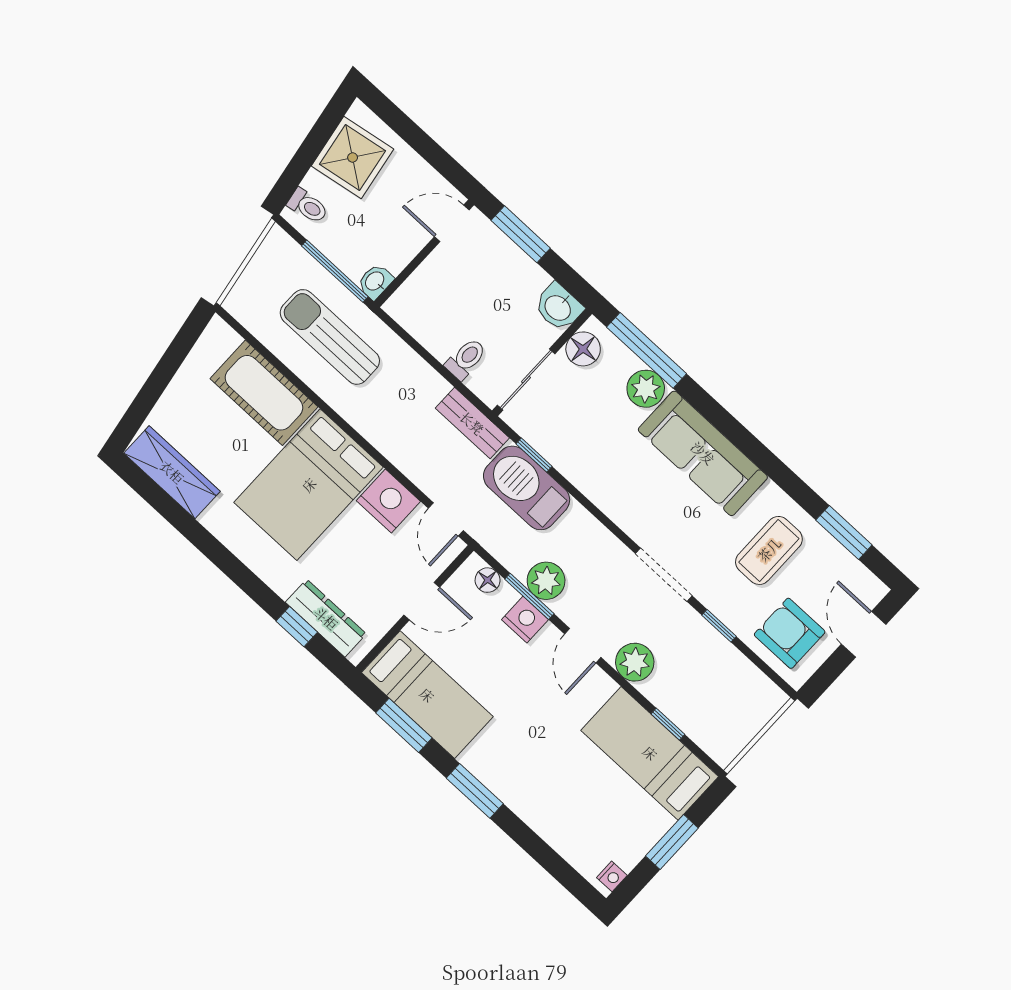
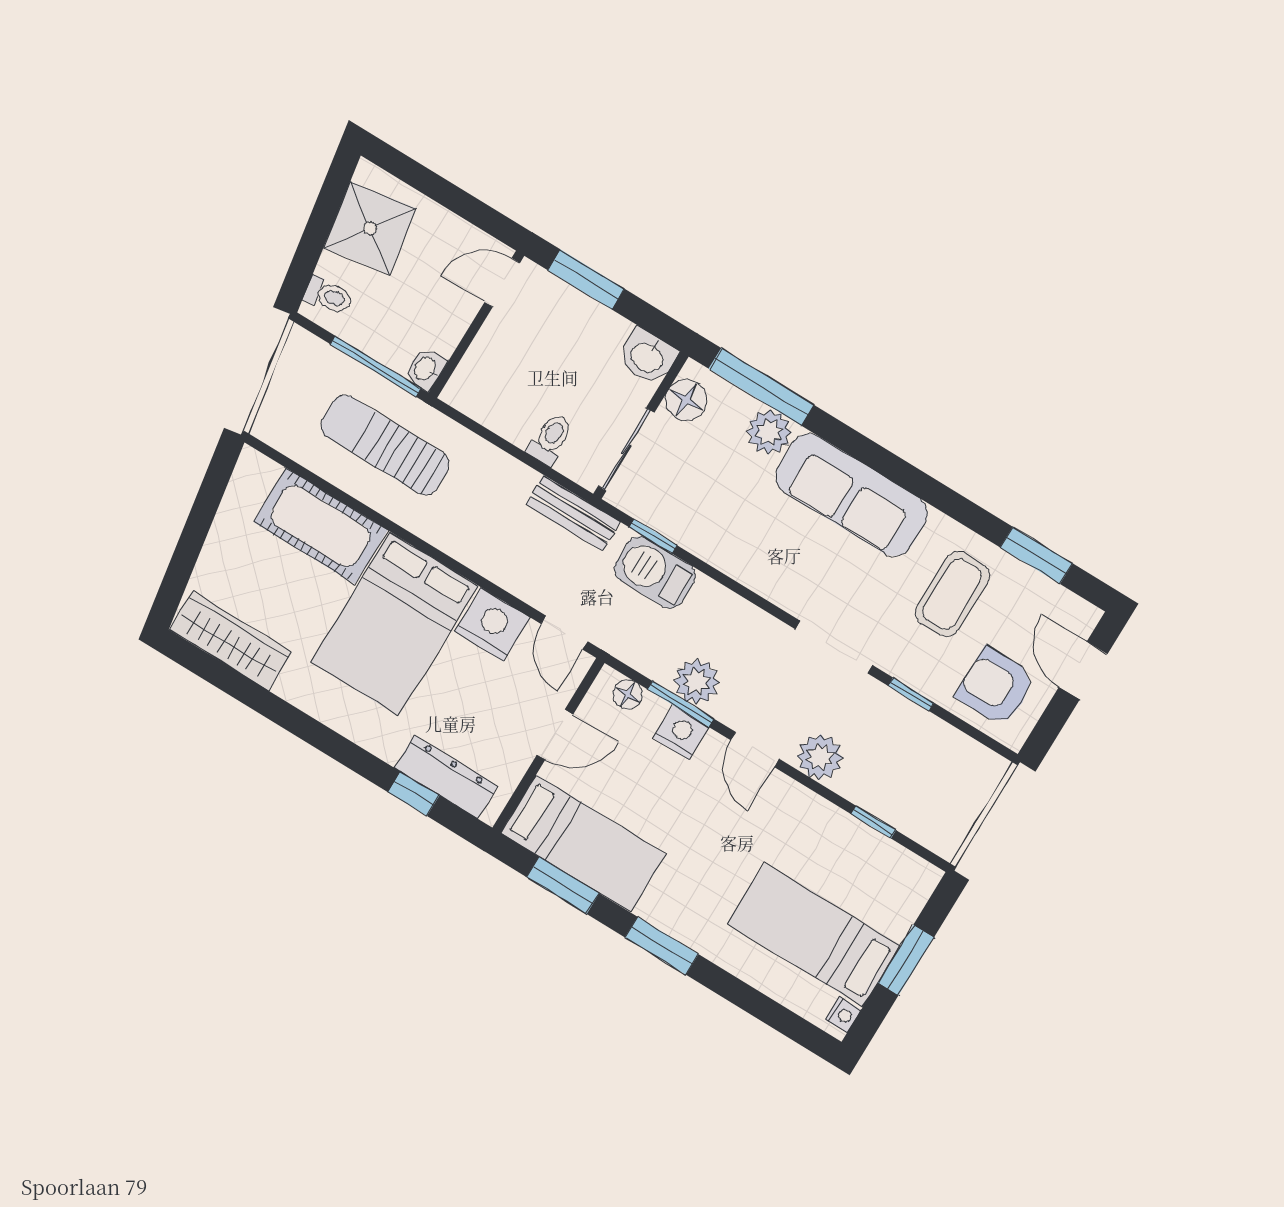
barbecue: (527, 488) -> (655, 572), width x0.73, depth x0.83
bed: (650, 753) -> (814, 935), moved

